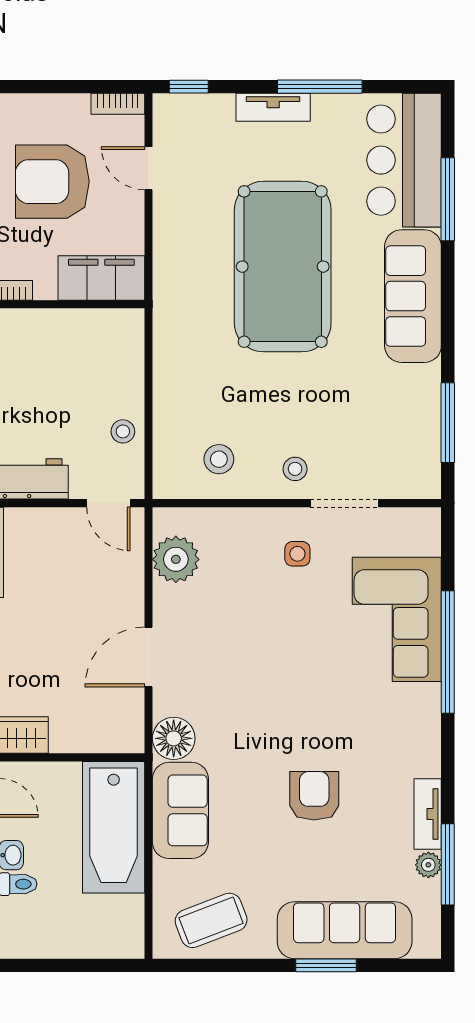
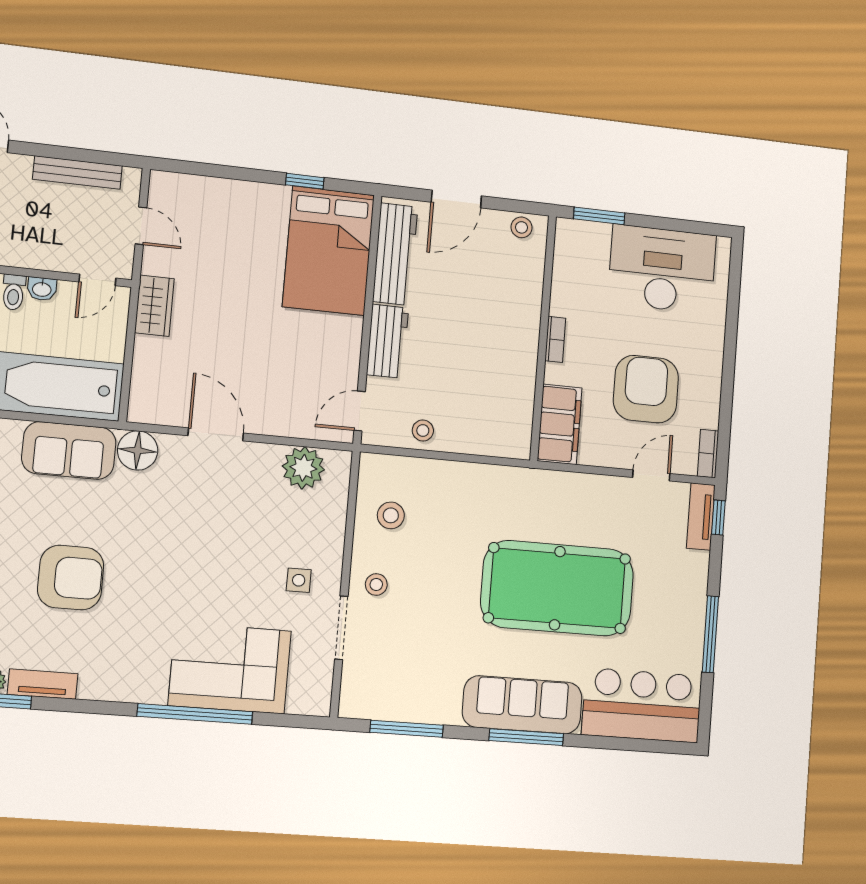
tv unit: (273, 107) -> (701, 517), moved
window: (448, 199) -> (526, 737), moved
armchair: (314, 796) -> (71, 578), width x1.36, depth x1.36

